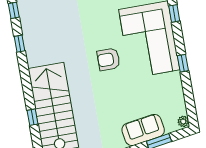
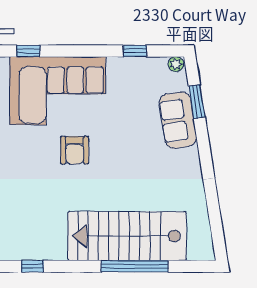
window: (183, 63) -> (135, 51), moved
window: (32, 117) -> (135, 266), width x3.17

